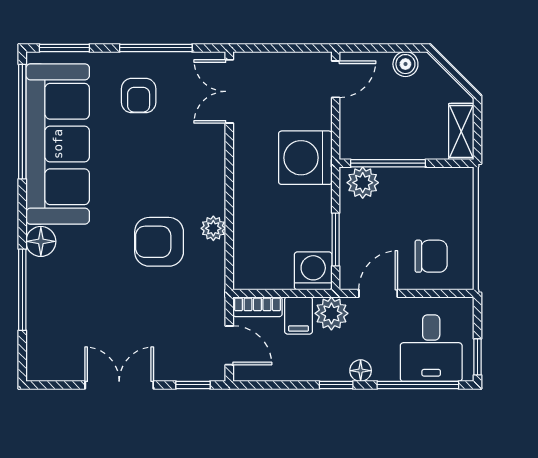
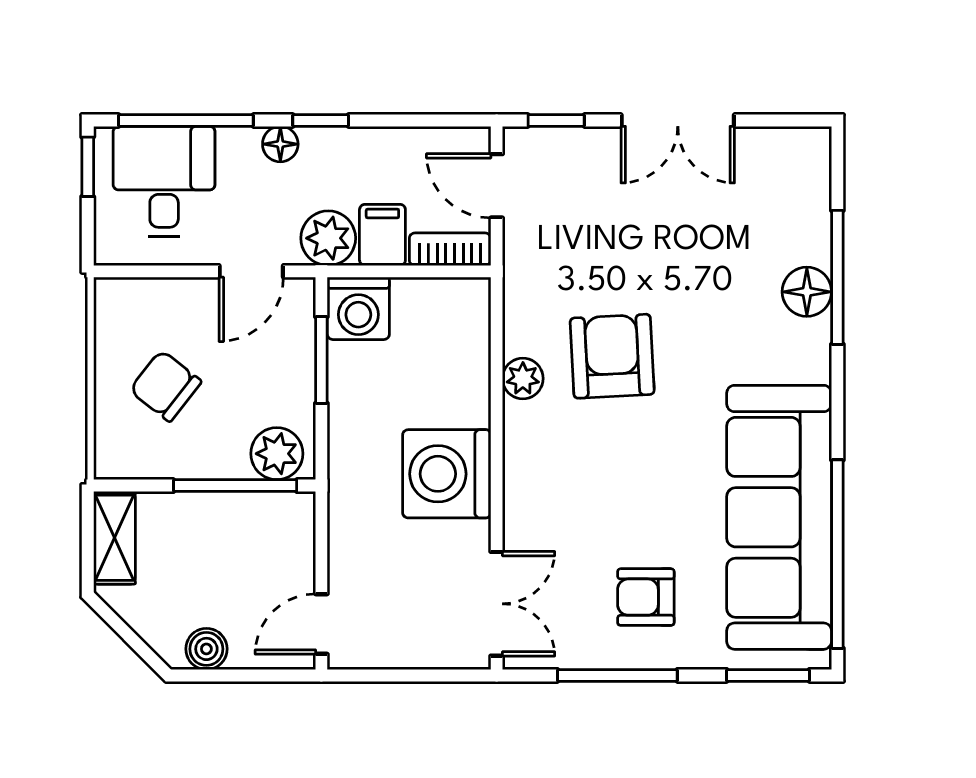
armchair: (139, 96) -> (646, 597), turned -90
washing machine: (305, 158) -> (447, 474), moved, turned 180
floor lamp: (41, 241) -> (807, 292), moved
armchair: (159, 242) -> (612, 356), turned -93
chair: (431, 256) -> (165, 386), moved, turned 38

